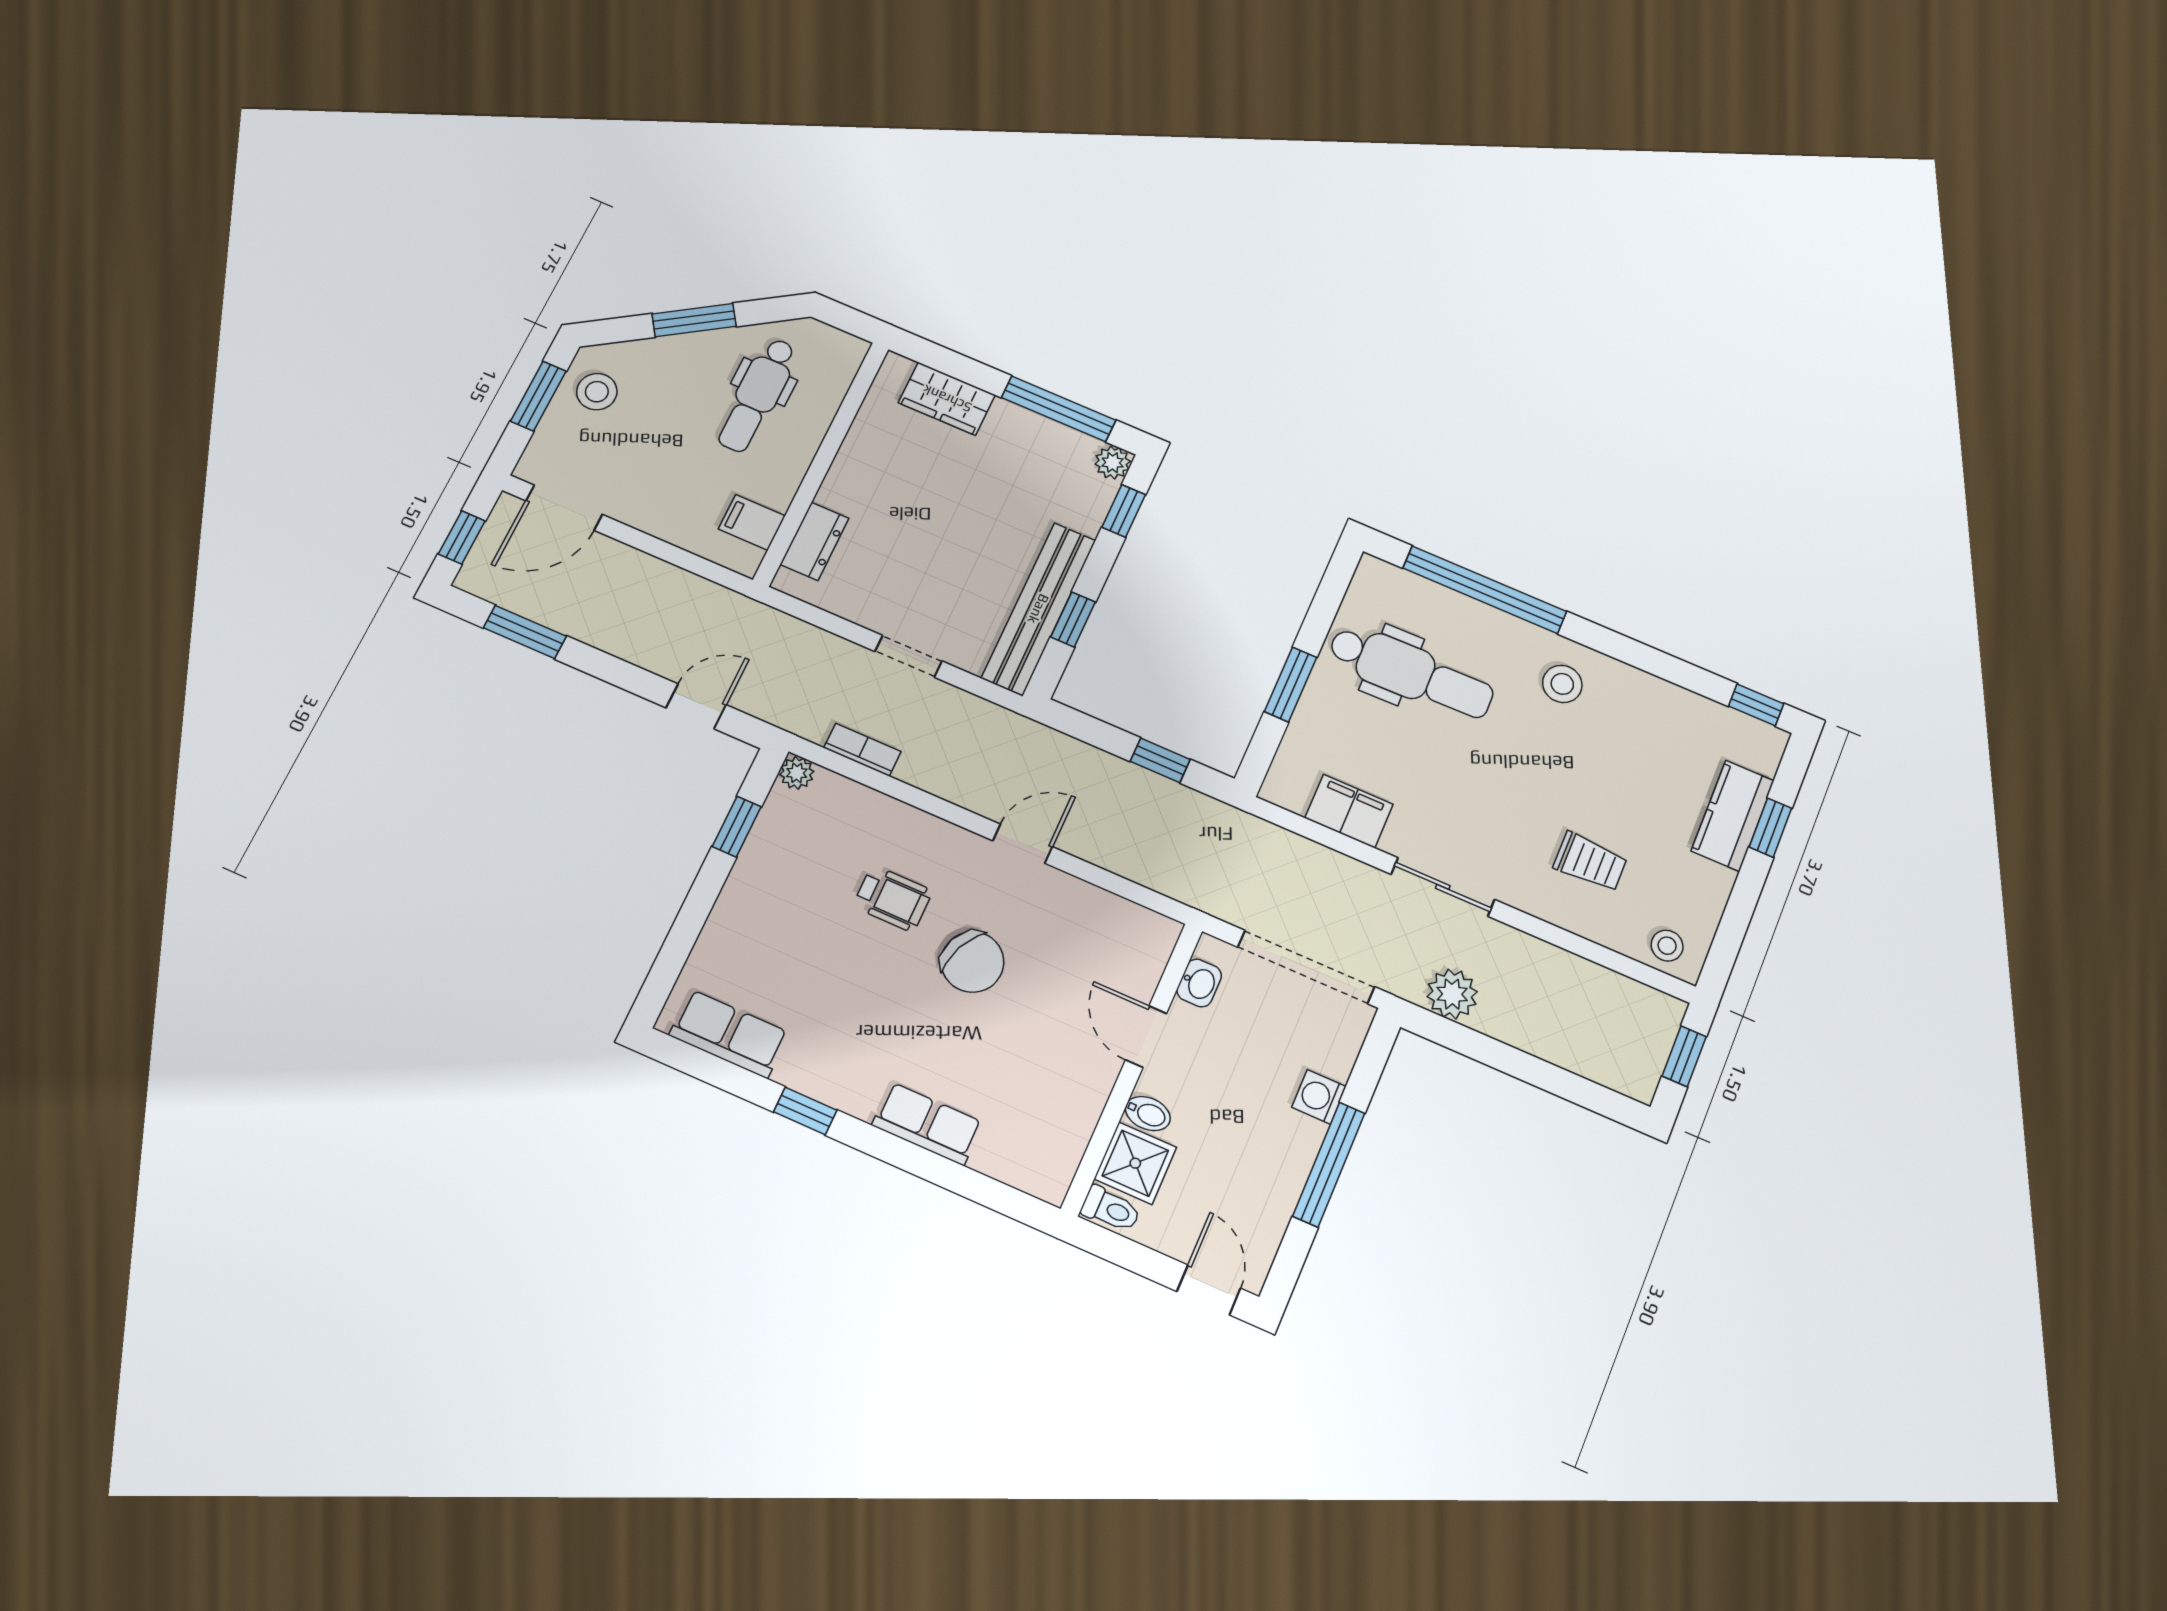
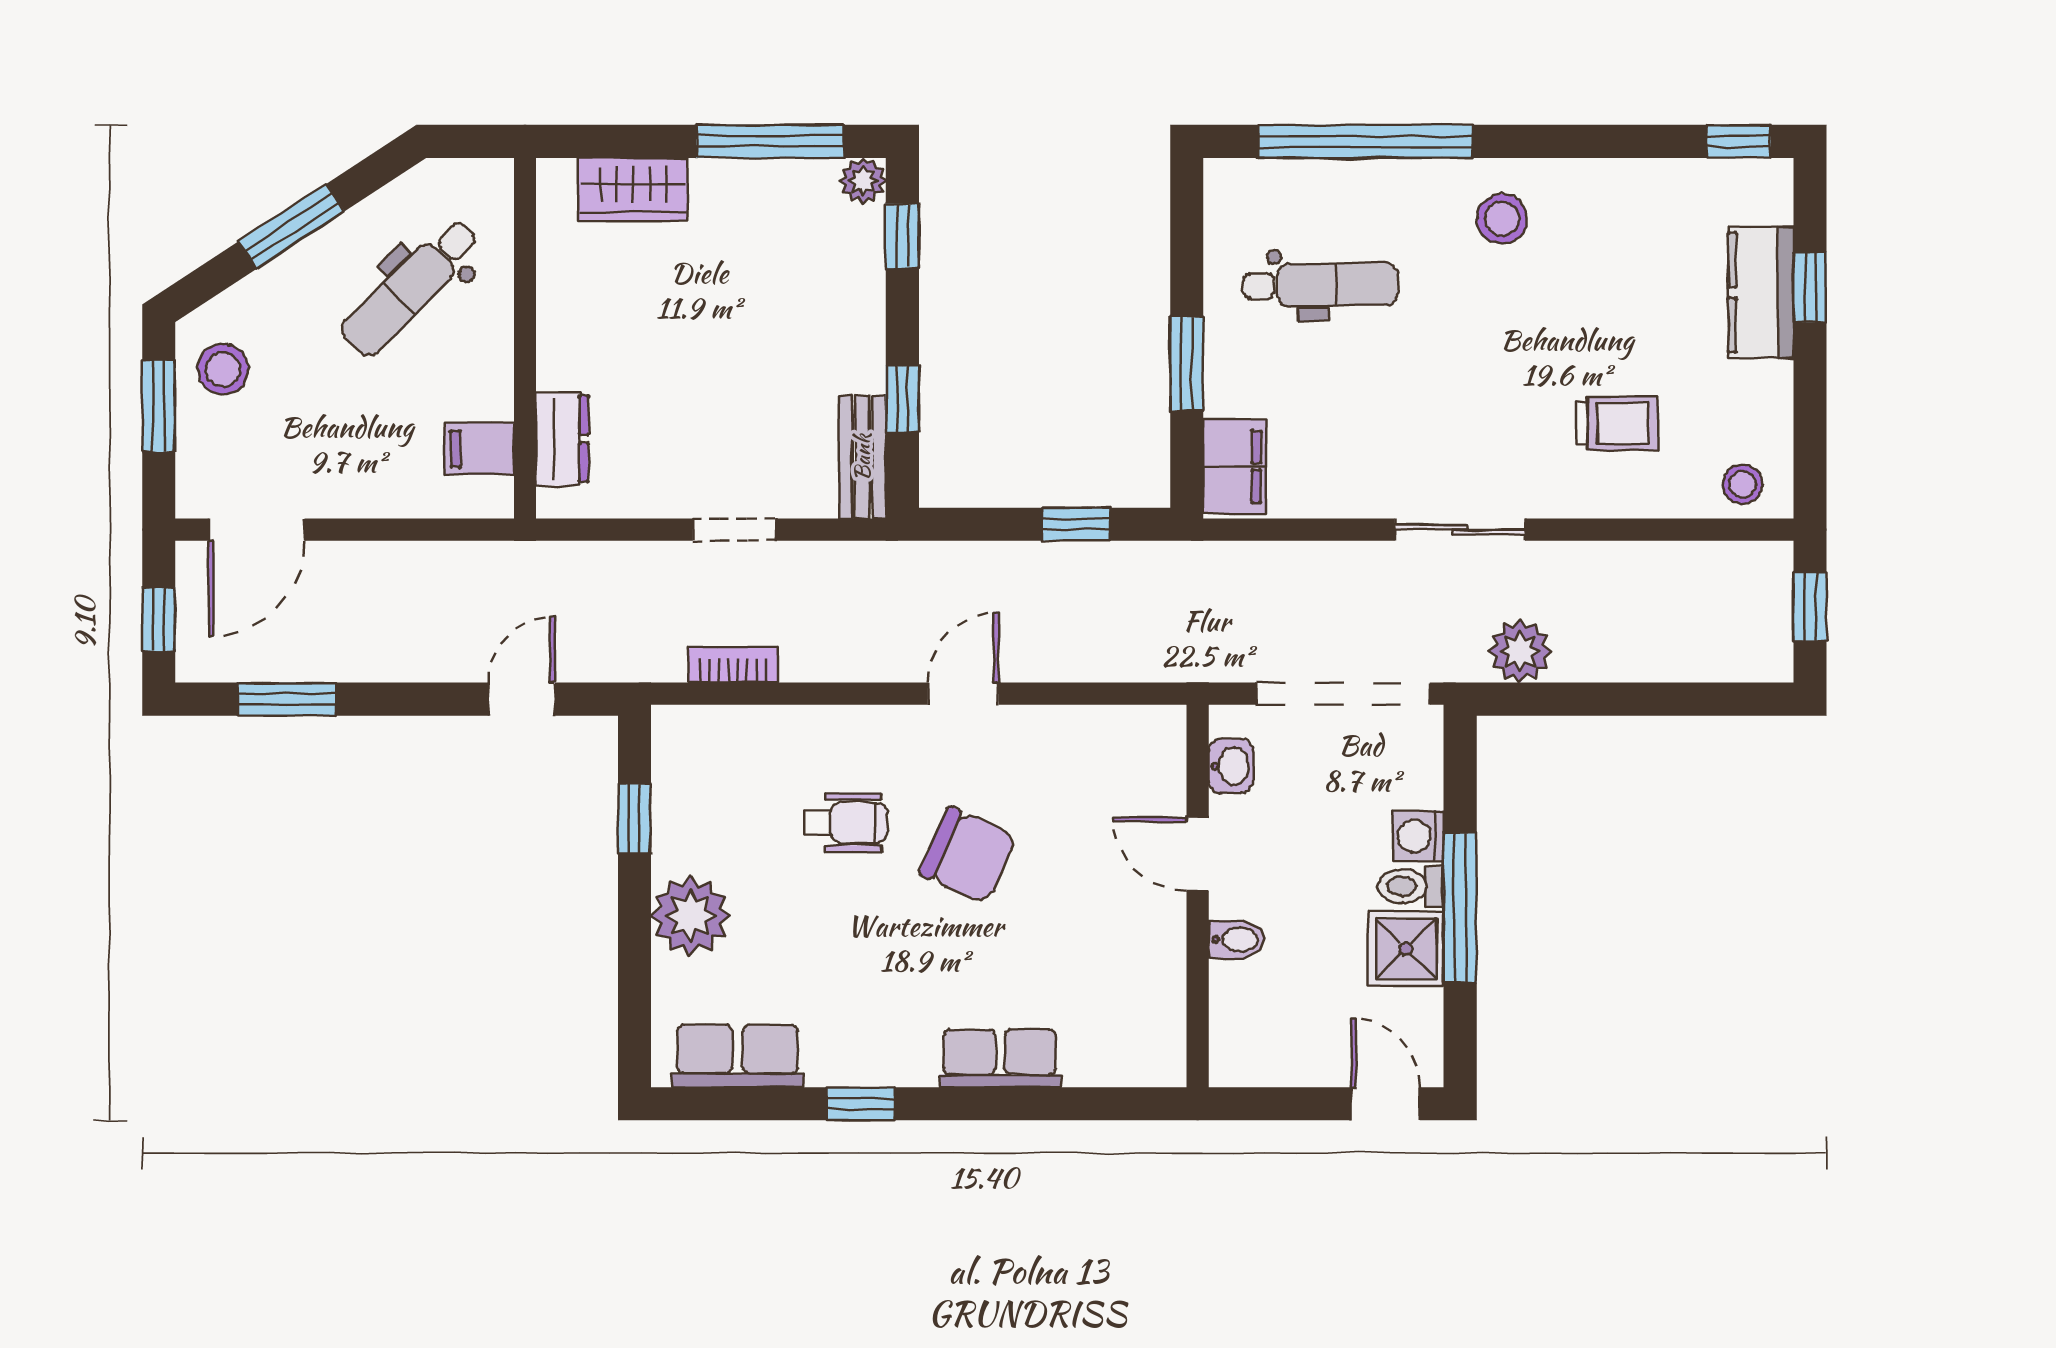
dental chair: (757, 395) -> (411, 287), turned 45
bench: (1039, 609) -> (862, 457), width x0.54, depth x0.82
dental chair: (1411, 672) -> (1320, 285), width x0.73, depth x0.72
plant: (797, 773) -> (691, 916), moved, width x1.87, depth x1.87
filing cabinet: (1349, 811) -> (1235, 467), moved, turned 90
shower: (1135, 1163) -> (1406, 949), moved
toilet: (1111, 1209) -> (1411, 886), moved, turned 180

